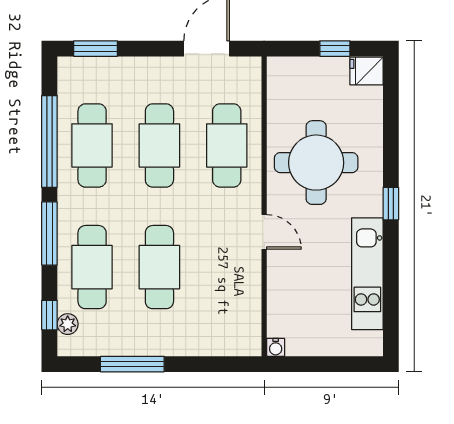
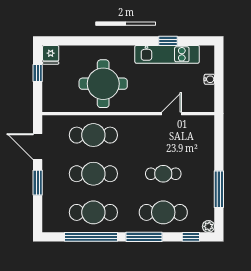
window: (96, 49) -> (38, 183), moved
window: (391, 204) -> (168, 41), moved
door: (264, 232) -> (172, 114), moved
cafe table: (159, 267) -> (163, 174), width x0.73, depth x0.74
plant: (68, 324) -> (208, 226), moved
water cooler: (276, 347) -> (209, 79), moved

